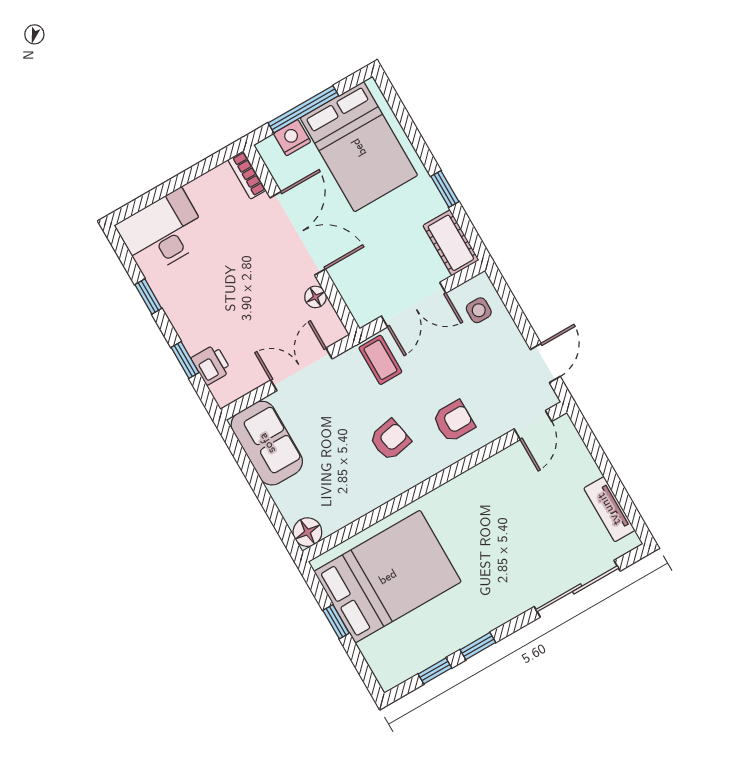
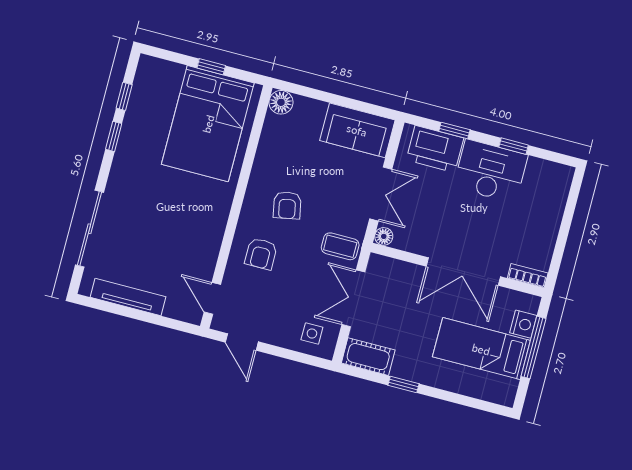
bed: (359, 147) -> (481, 349), width x0.67
desk: (163, 232) -> (491, 171), moved, turned -90
floor lamp: (315, 297) -> (384, 236), moved
printer: (211, 365) -> (435, 149), width x1.87, depth x1.48
tv unit: (609, 509) -> (128, 297), width x1.41

